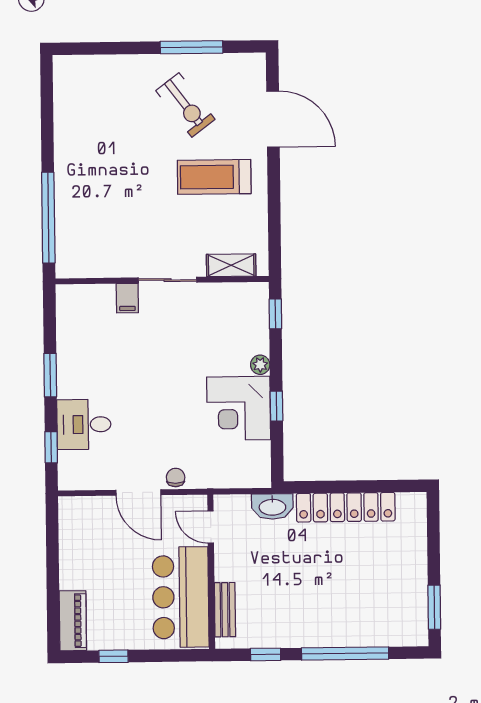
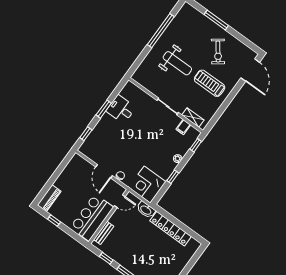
window: (192, 47) -> (216, 20), moved
door: (273, 119) -> (250, 70), moved
weight bench: (125, 184) -> (177, 63), added
window: (48, 218) -> (161, 31), moved
filing cabinet: (127, 298) -> (183, 127), moved
corner desk: (239, 408) -> (147, 185), moved
desk: (84, 424) -> (121, 109), moved
door: (211, 527) -> (120, 201), swing flipped

